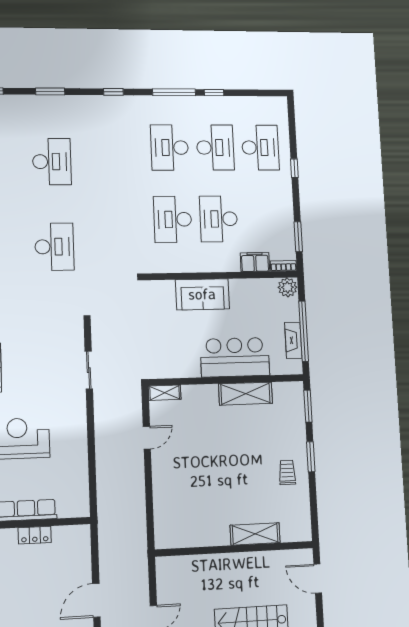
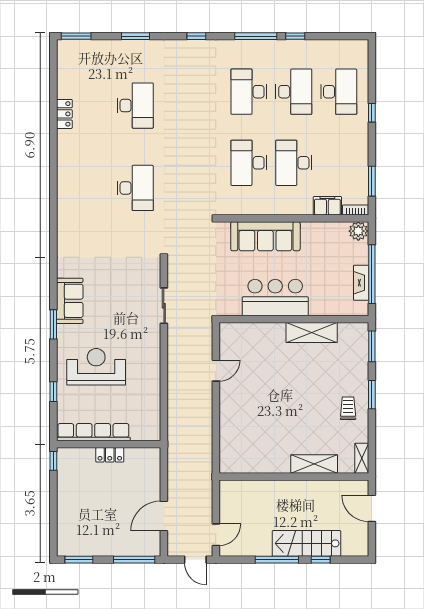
sofa: (202, 294) -> (265, 236), width x1.36
bar counter: (235, 357) -> (275, 297), moved
shelving: (165, 393) -> (362, 458), moved, turned 90

